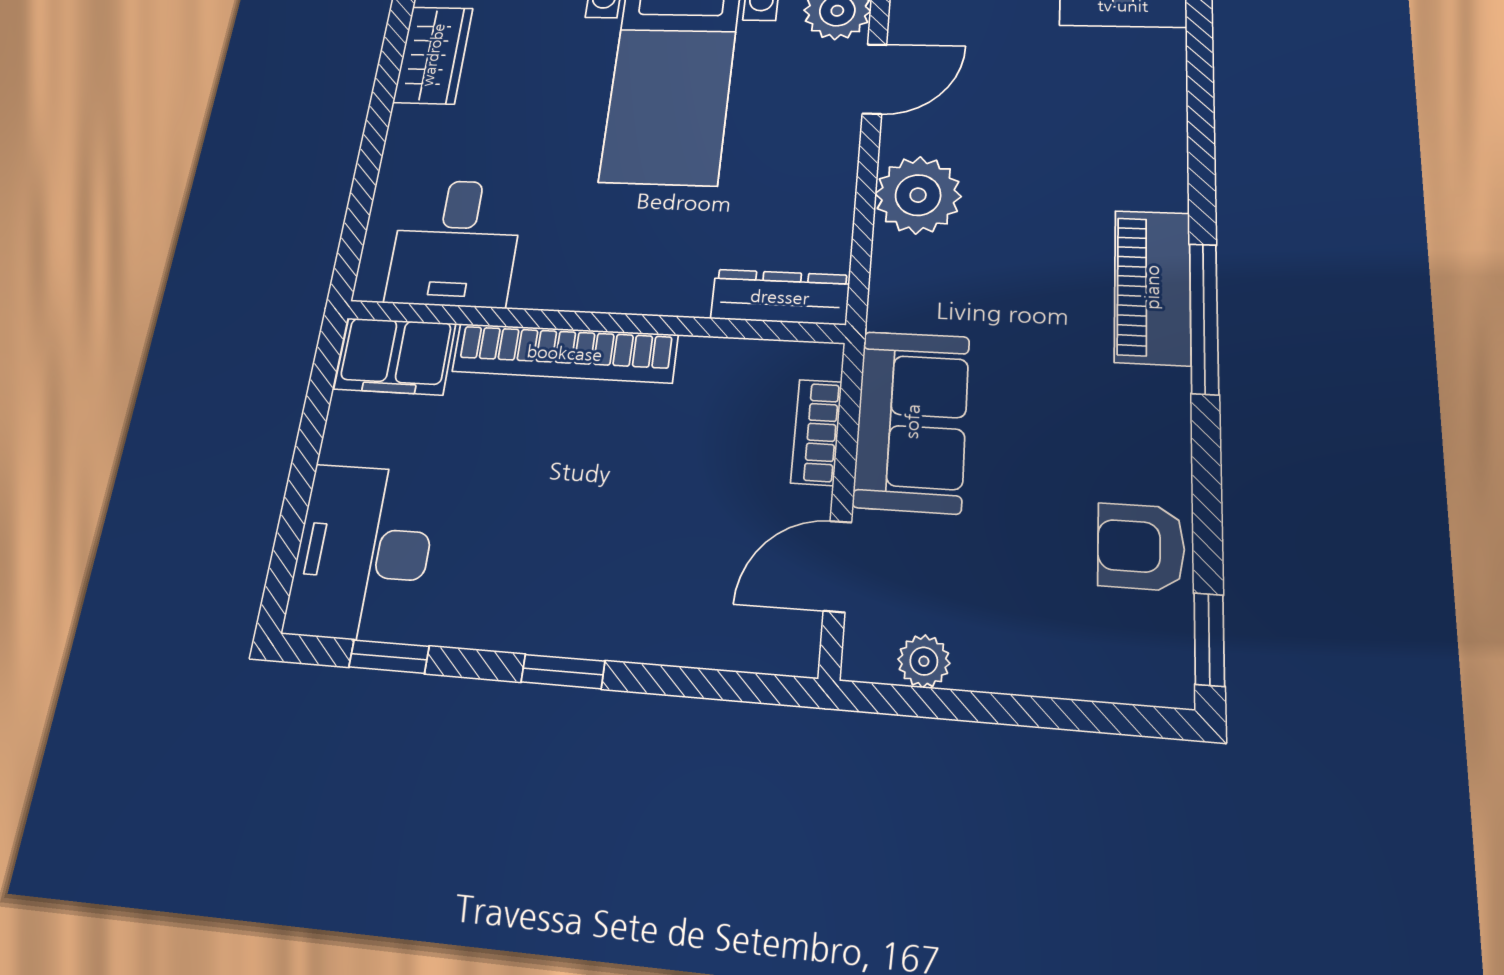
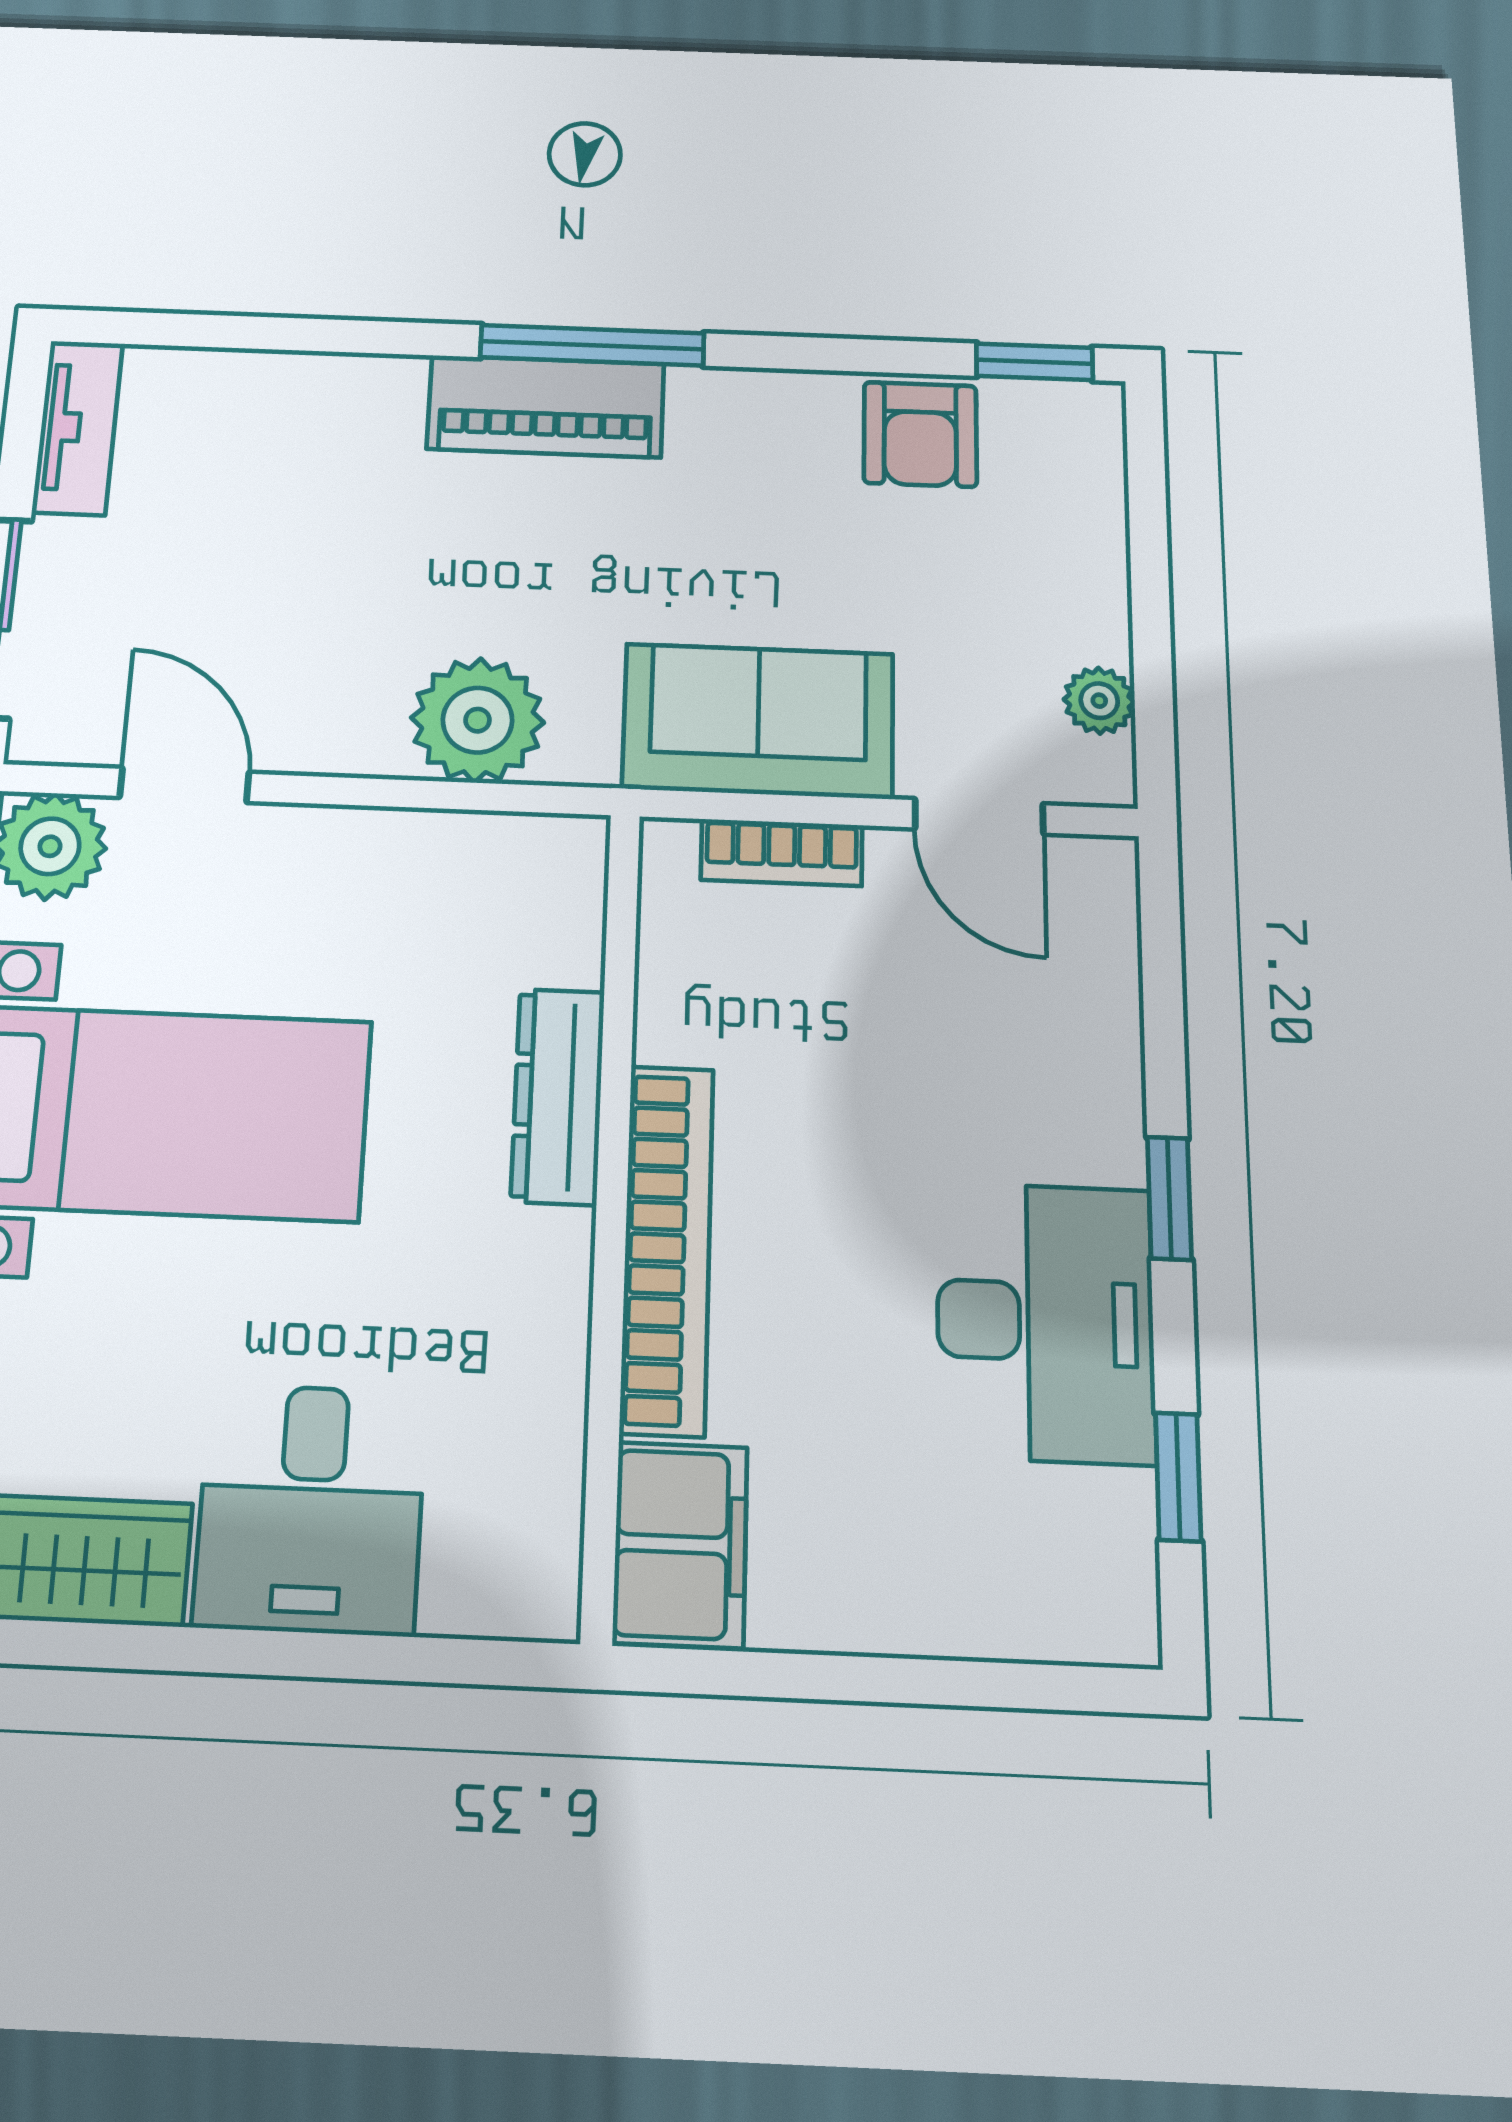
plant: (918, 195) -> (478, 720), moved
desk: (456, 243) -> (311, 1509), moved, turned 90
dresser: (780, 297) -> (558, 1096), moved
desk: (363, 552) -> (1045, 1322), moved, turned -90

